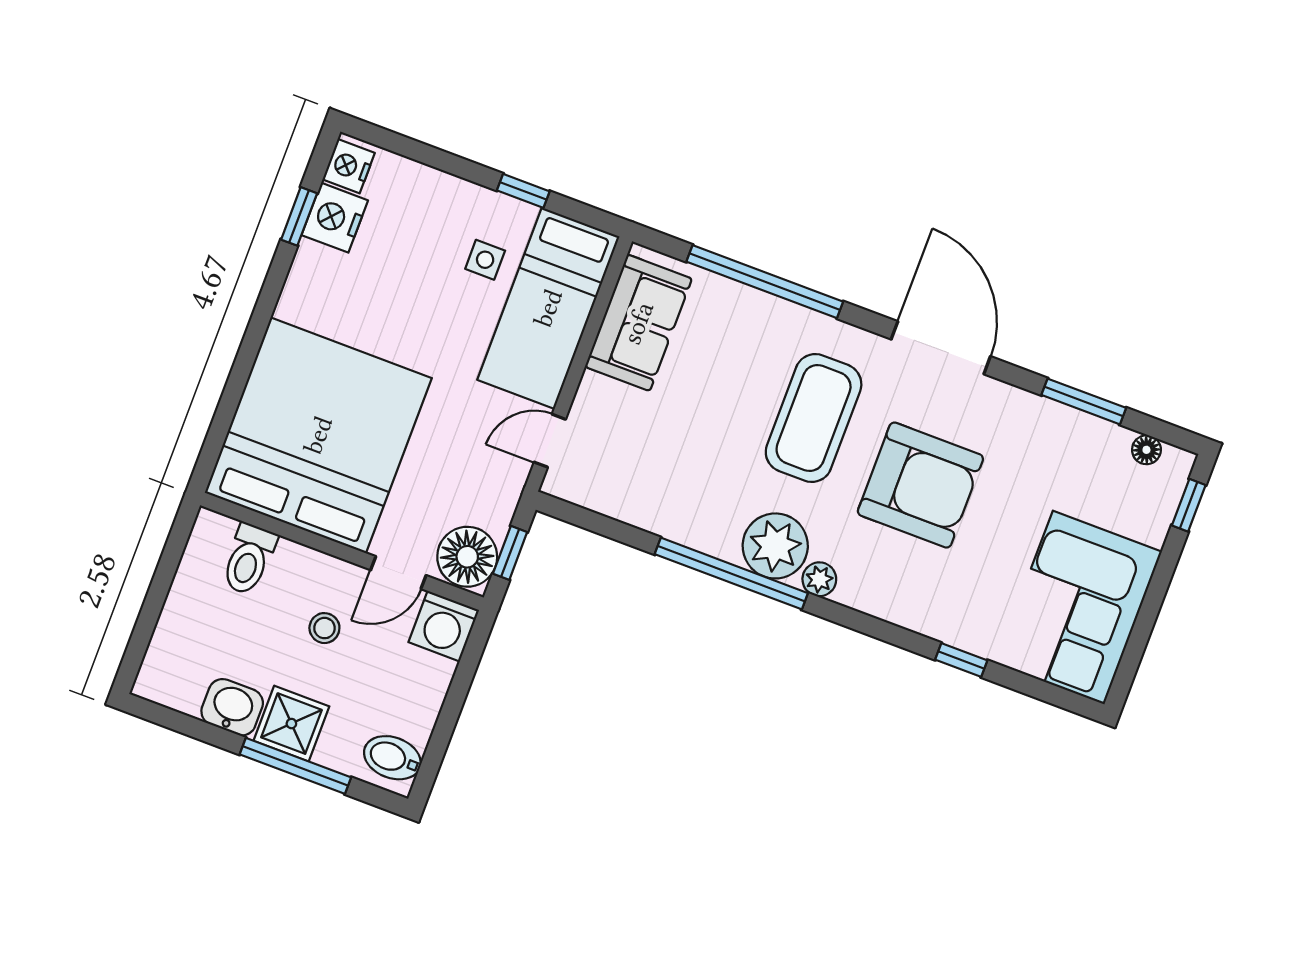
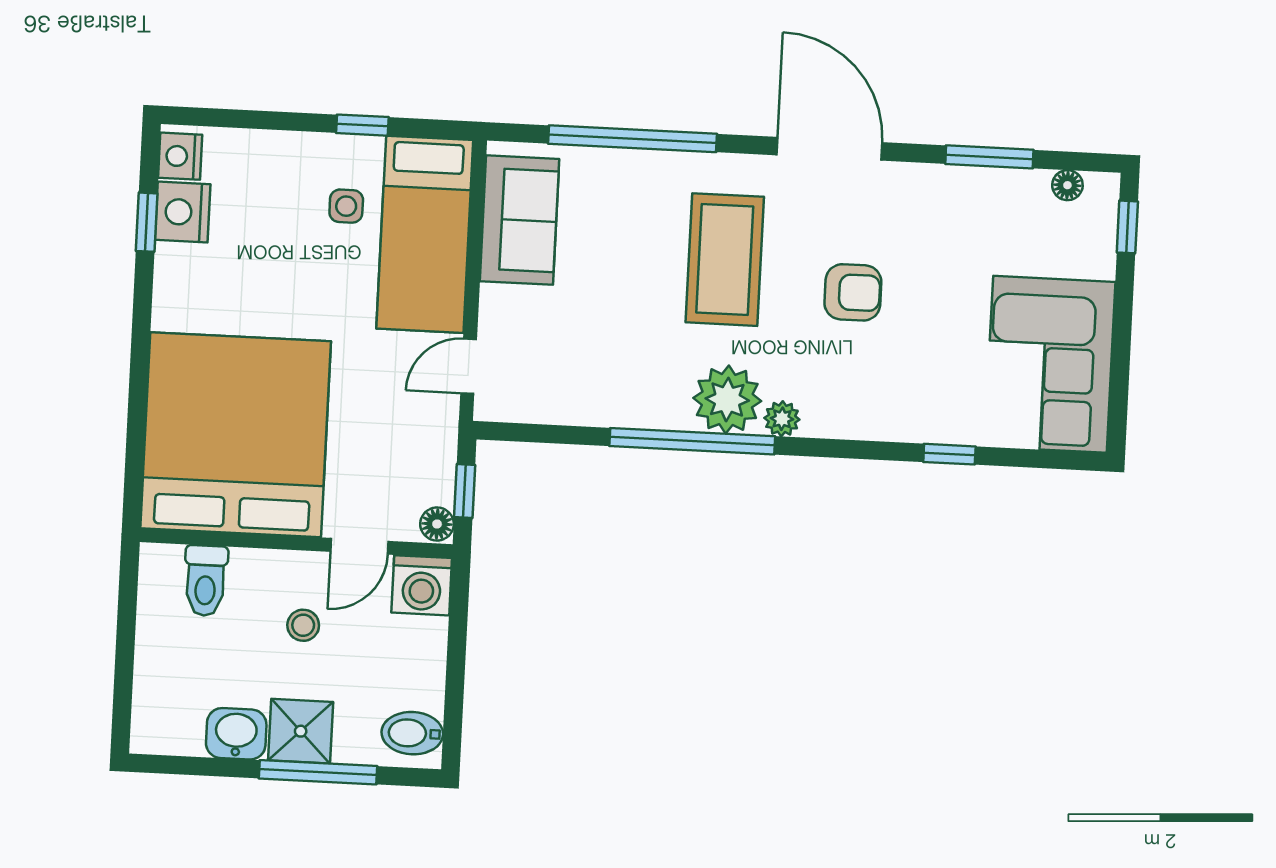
armchair: (920, 485) -> (853, 292), width x0.53, depth x0.53
floor lamp: (467, 557) -> (437, 524), width x0.53, depth x0.53

